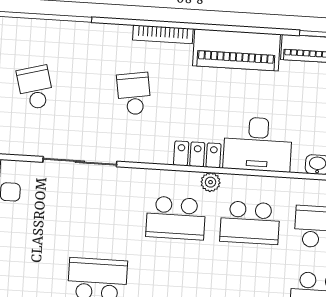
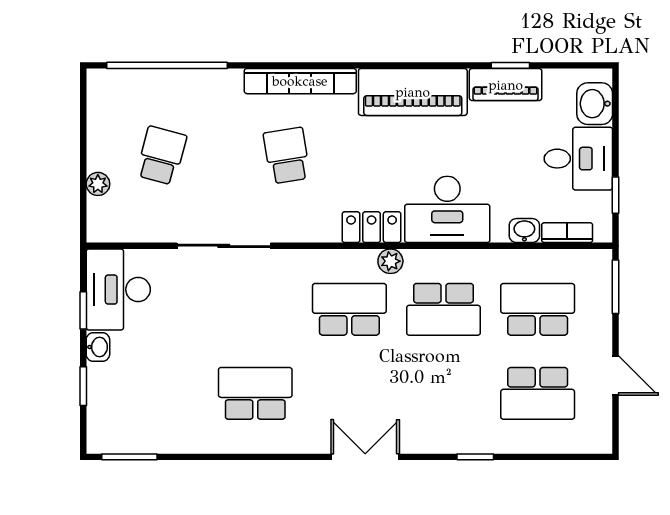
bookcase: (163, 34) -> (300, 81), width x1.48, depth x1.31
school desk: (35, 88) -> (161, 156), turned 30
school desk: (176, 218) -> (349, 309), turned 180

